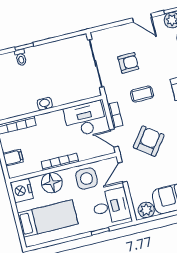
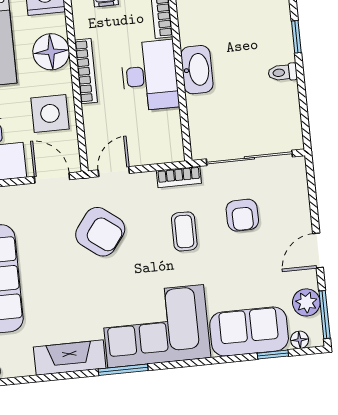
toilet: (21, 58) -> (283, 72), moved
washbasin: (45, 104) -> (197, 70), width x1.91, depth x1.45
bookcase: (115, 115) -> (179, 177), moved
desk: (85, 119) -> (150, 76), moved

